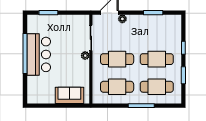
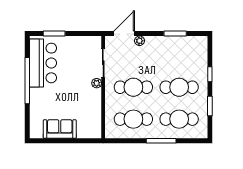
bar counter: (39, 54) -> (43, 63), moved
sofa: (69, 95) -> (60, 129), moved

